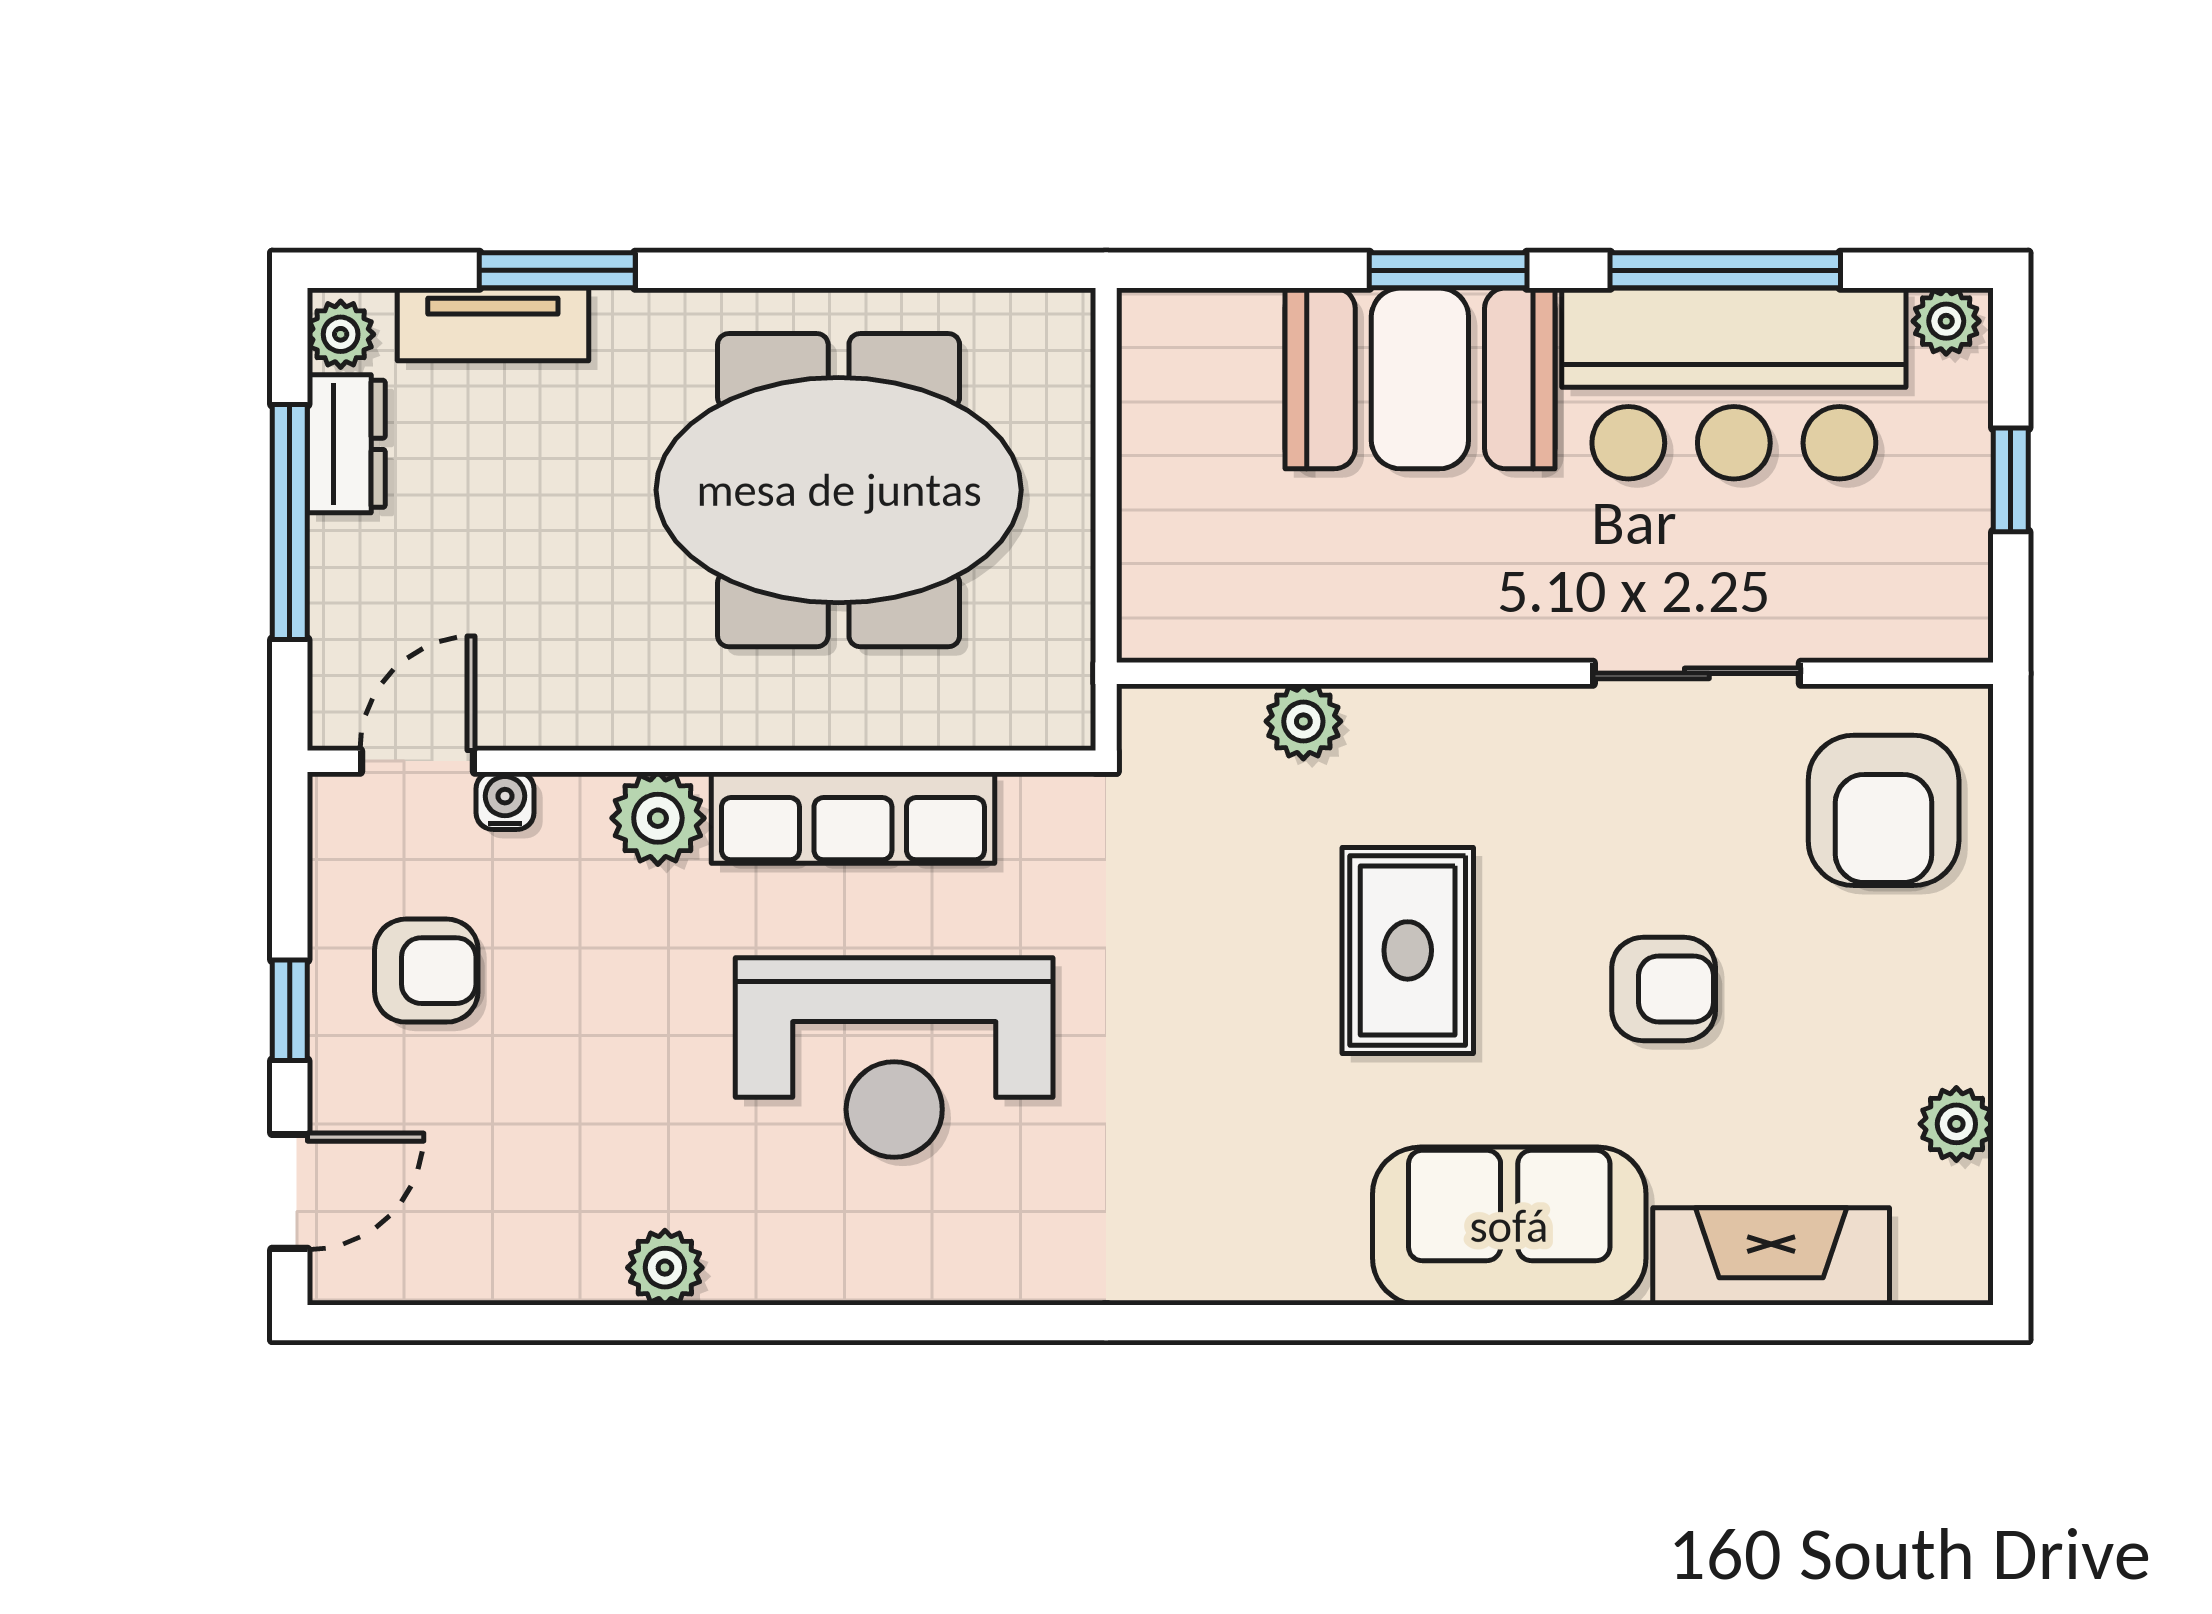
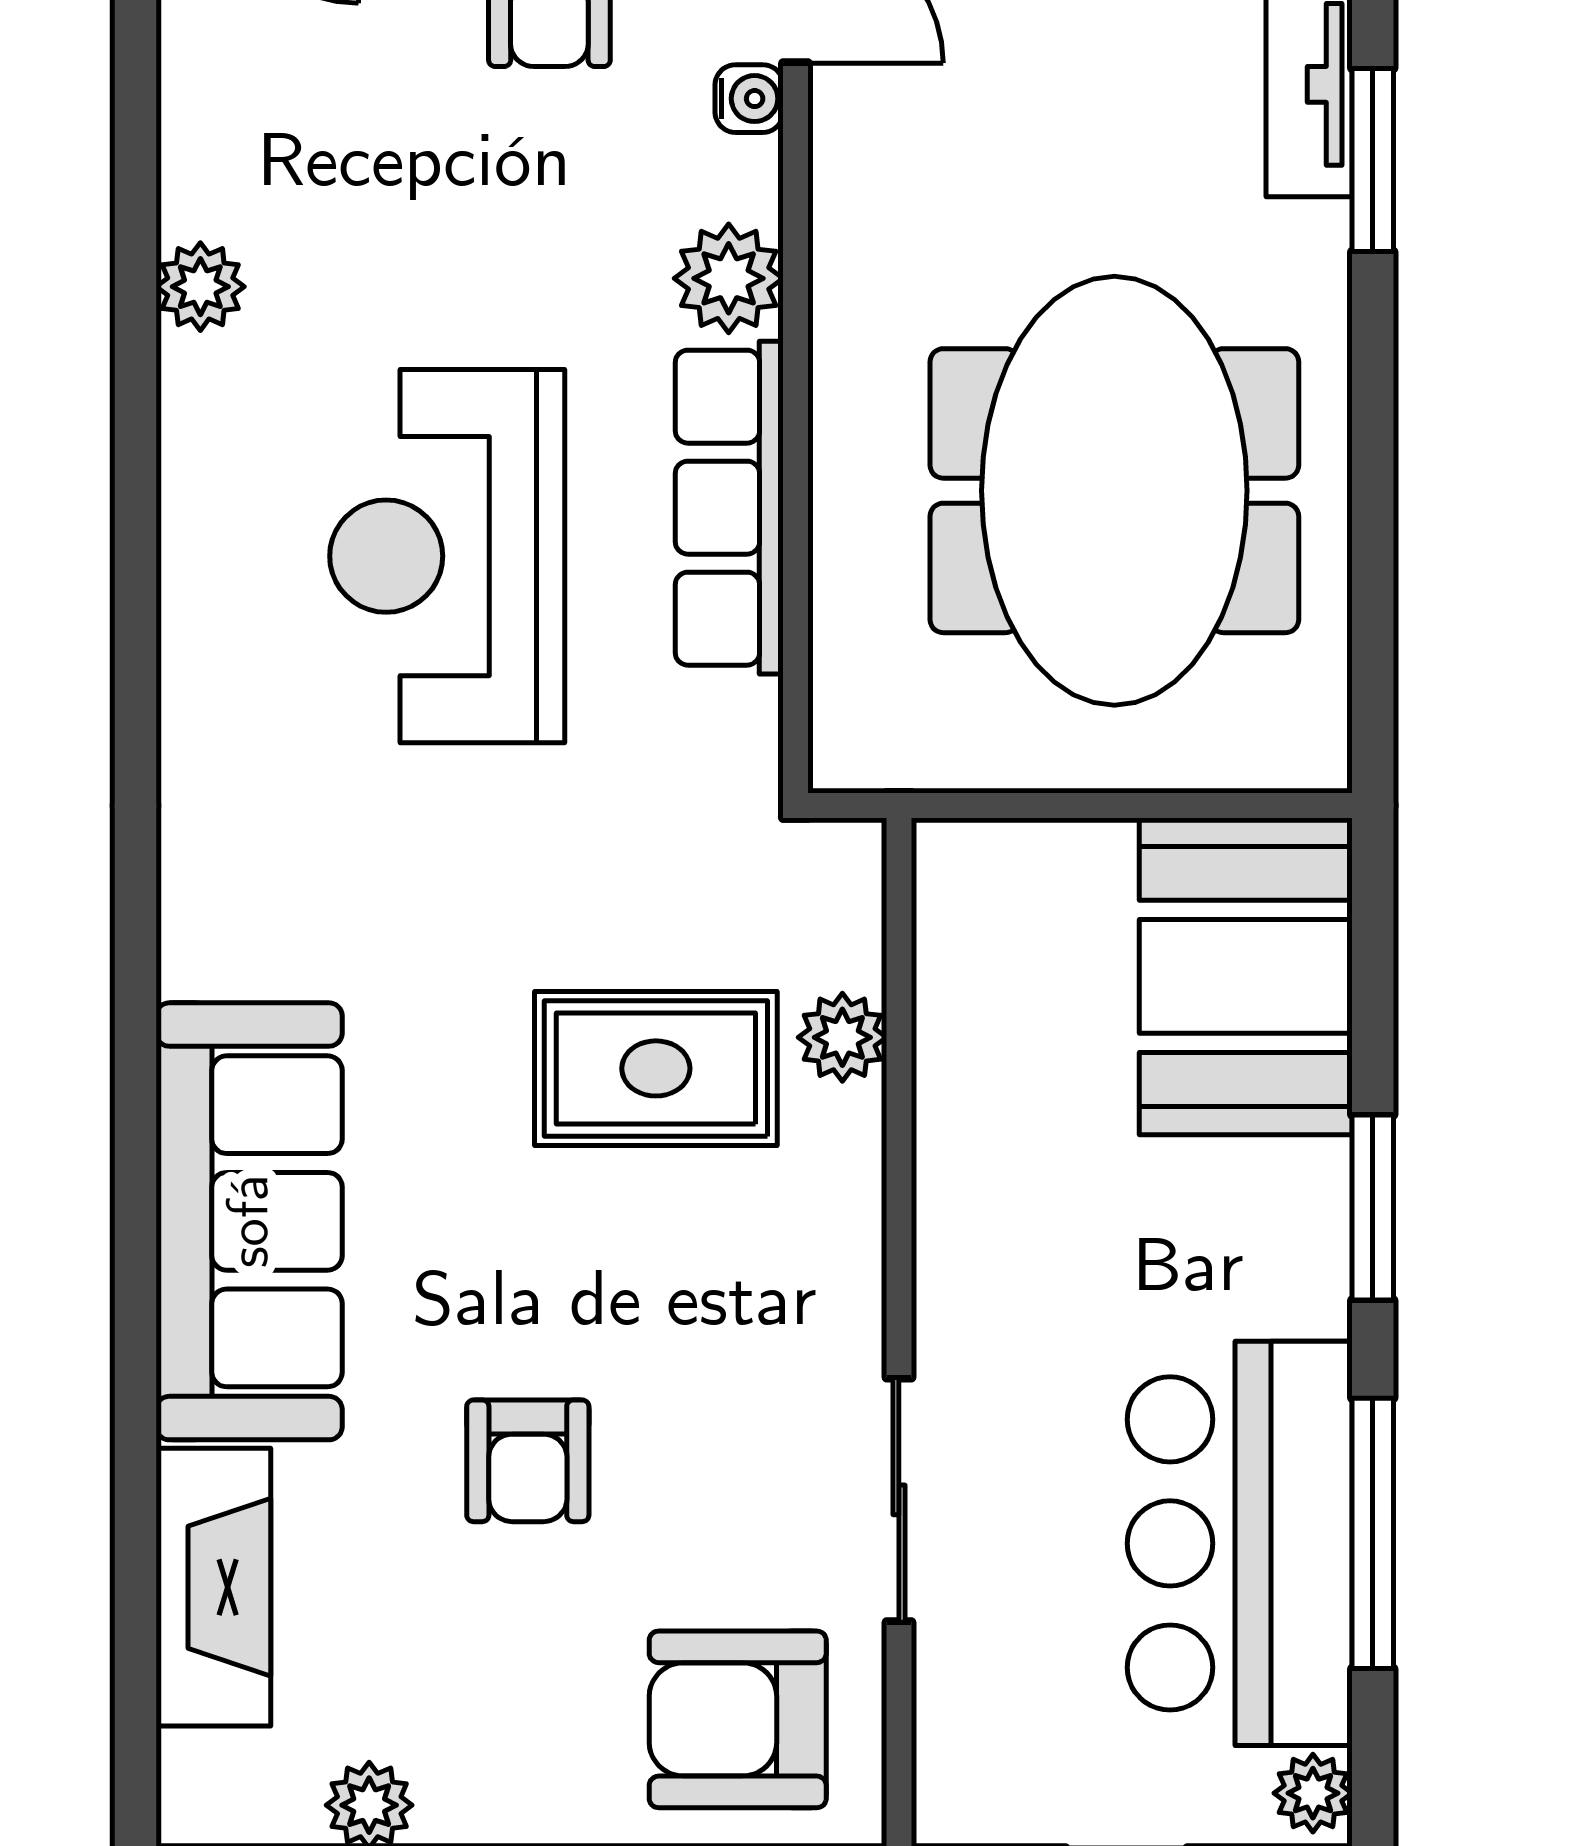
booth: (1420, 378) -> (1246, 976), moved
rug: (1408, 950) -> (656, 1068), moved
sofa: (1509, 1226) -> (249, 1221), width x1.36

